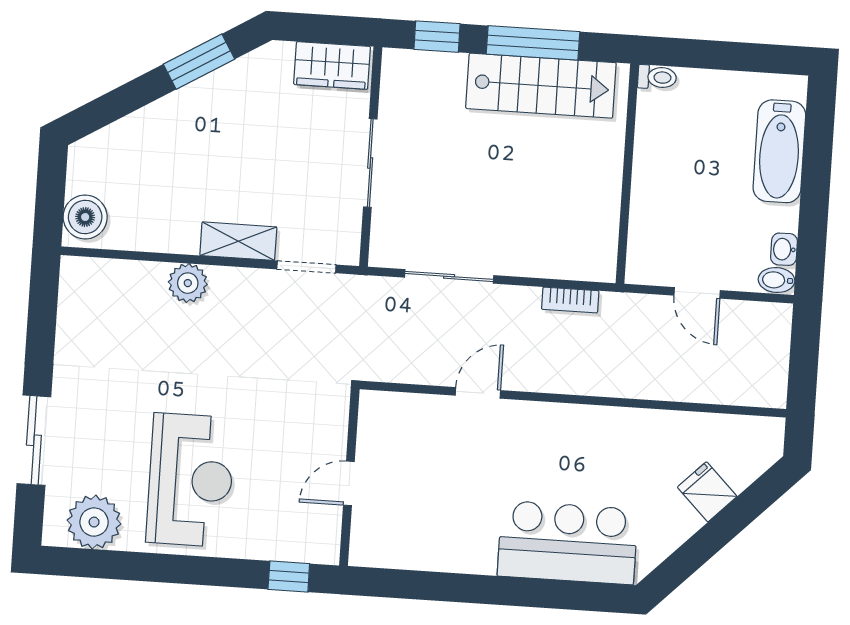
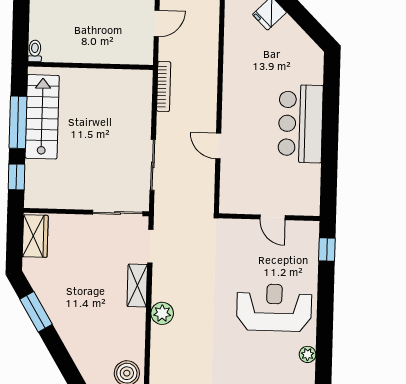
sliding door: (370, 163) -> (118, 213), moved
bookcase: (570, 300) -> (164, 86), width x1.56
plant: (94, 522) -> (308, 354), width x0.53, depth x0.53
bar counter: (568, 543) -> (301, 124), moved

